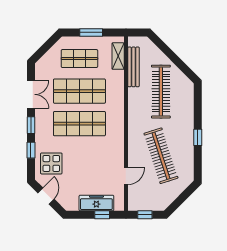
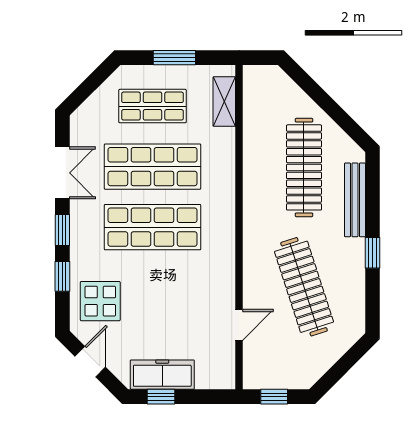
bench: (134, 67) -> (355, 200), moved
freezer: (96, 203) -> (162, 375), moved
window: (102, 215) -> (161, 397), moved

